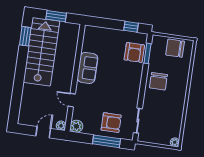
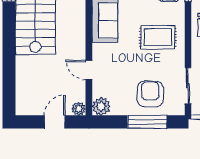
rug: (122, 85) -> (158, 37), added
armchair: (111, 123) -> (150, 94), turned -90

